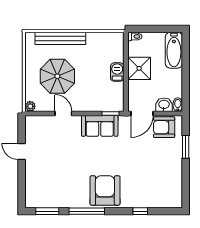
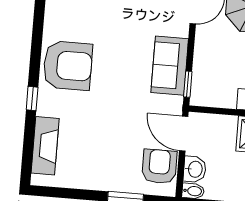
fireplace: (157, 201) -> (45, 146), added
window: (87, 211) -> (37, 34), removed
window: (140, 211) -> (32, 99), moved

